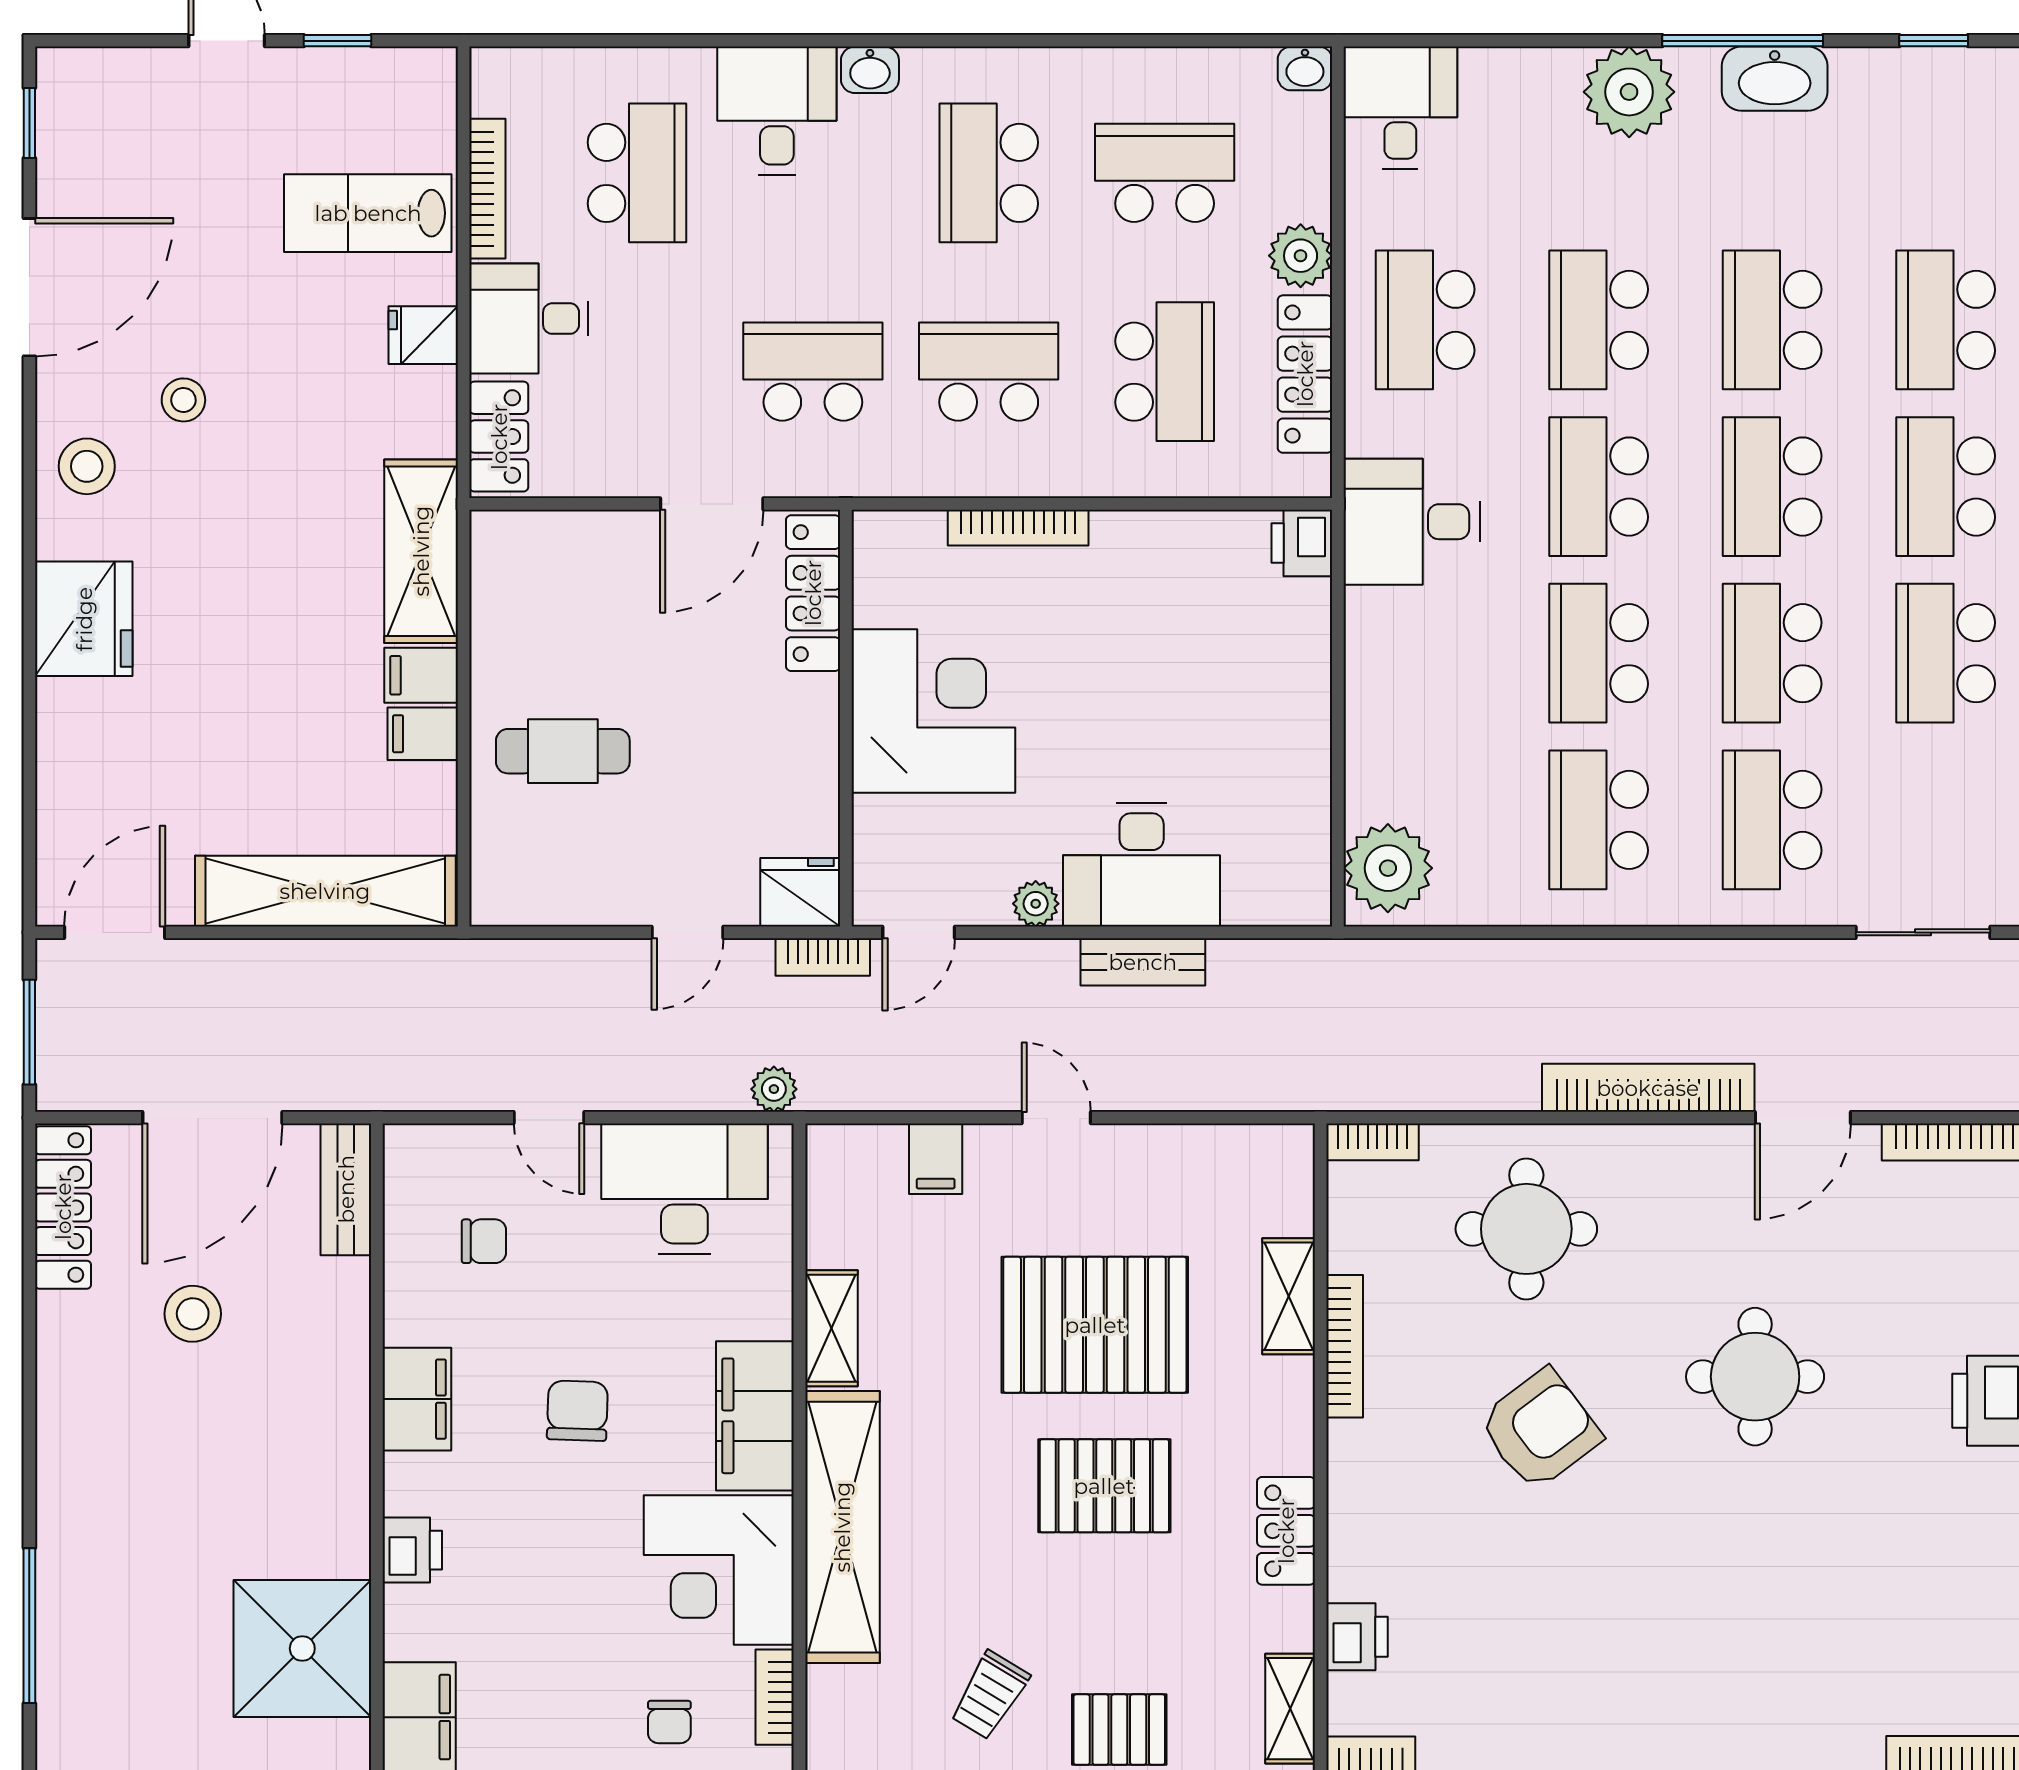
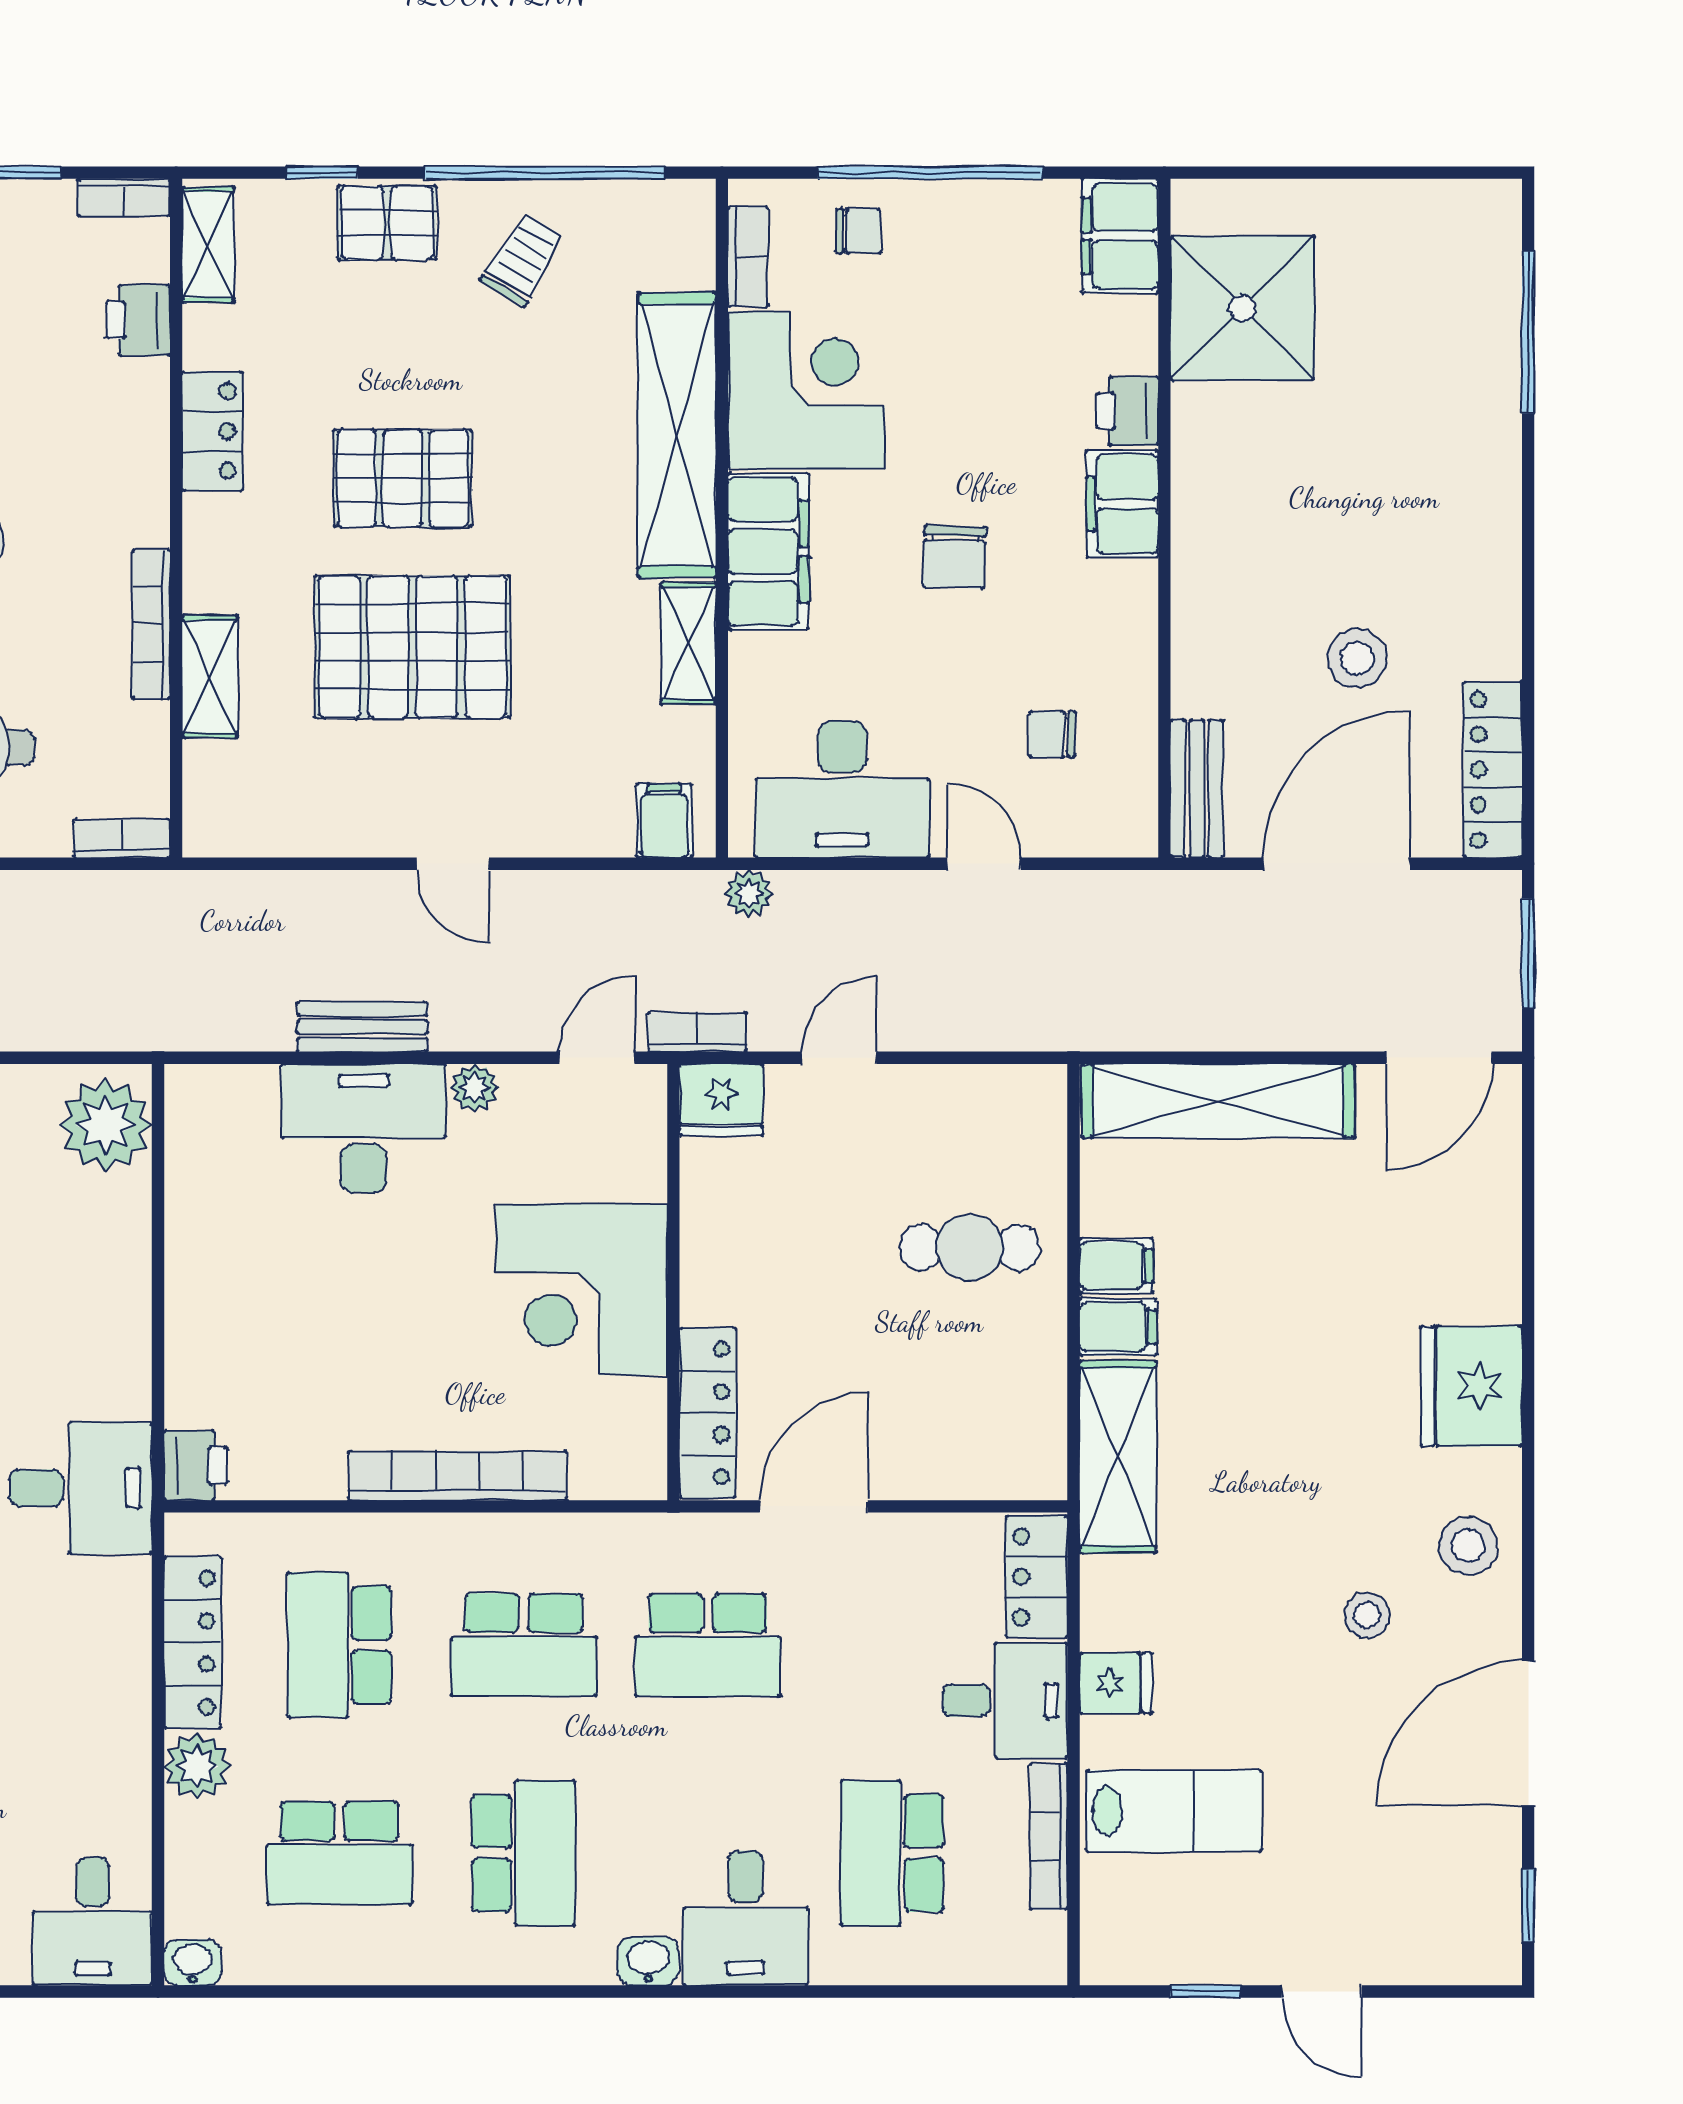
school desk: (1425, 320) -> (67, 1699), removed
bookcase: (1018, 528) -> (458, 1476), width x1.48, depth x1.31
filing cabinet: (936, 1159) -> (664, 821), moved
filing cabinet: (417, 1399) -> (1122, 504), moved
chair: (669, 1722) -> (858, 231), turned 90

